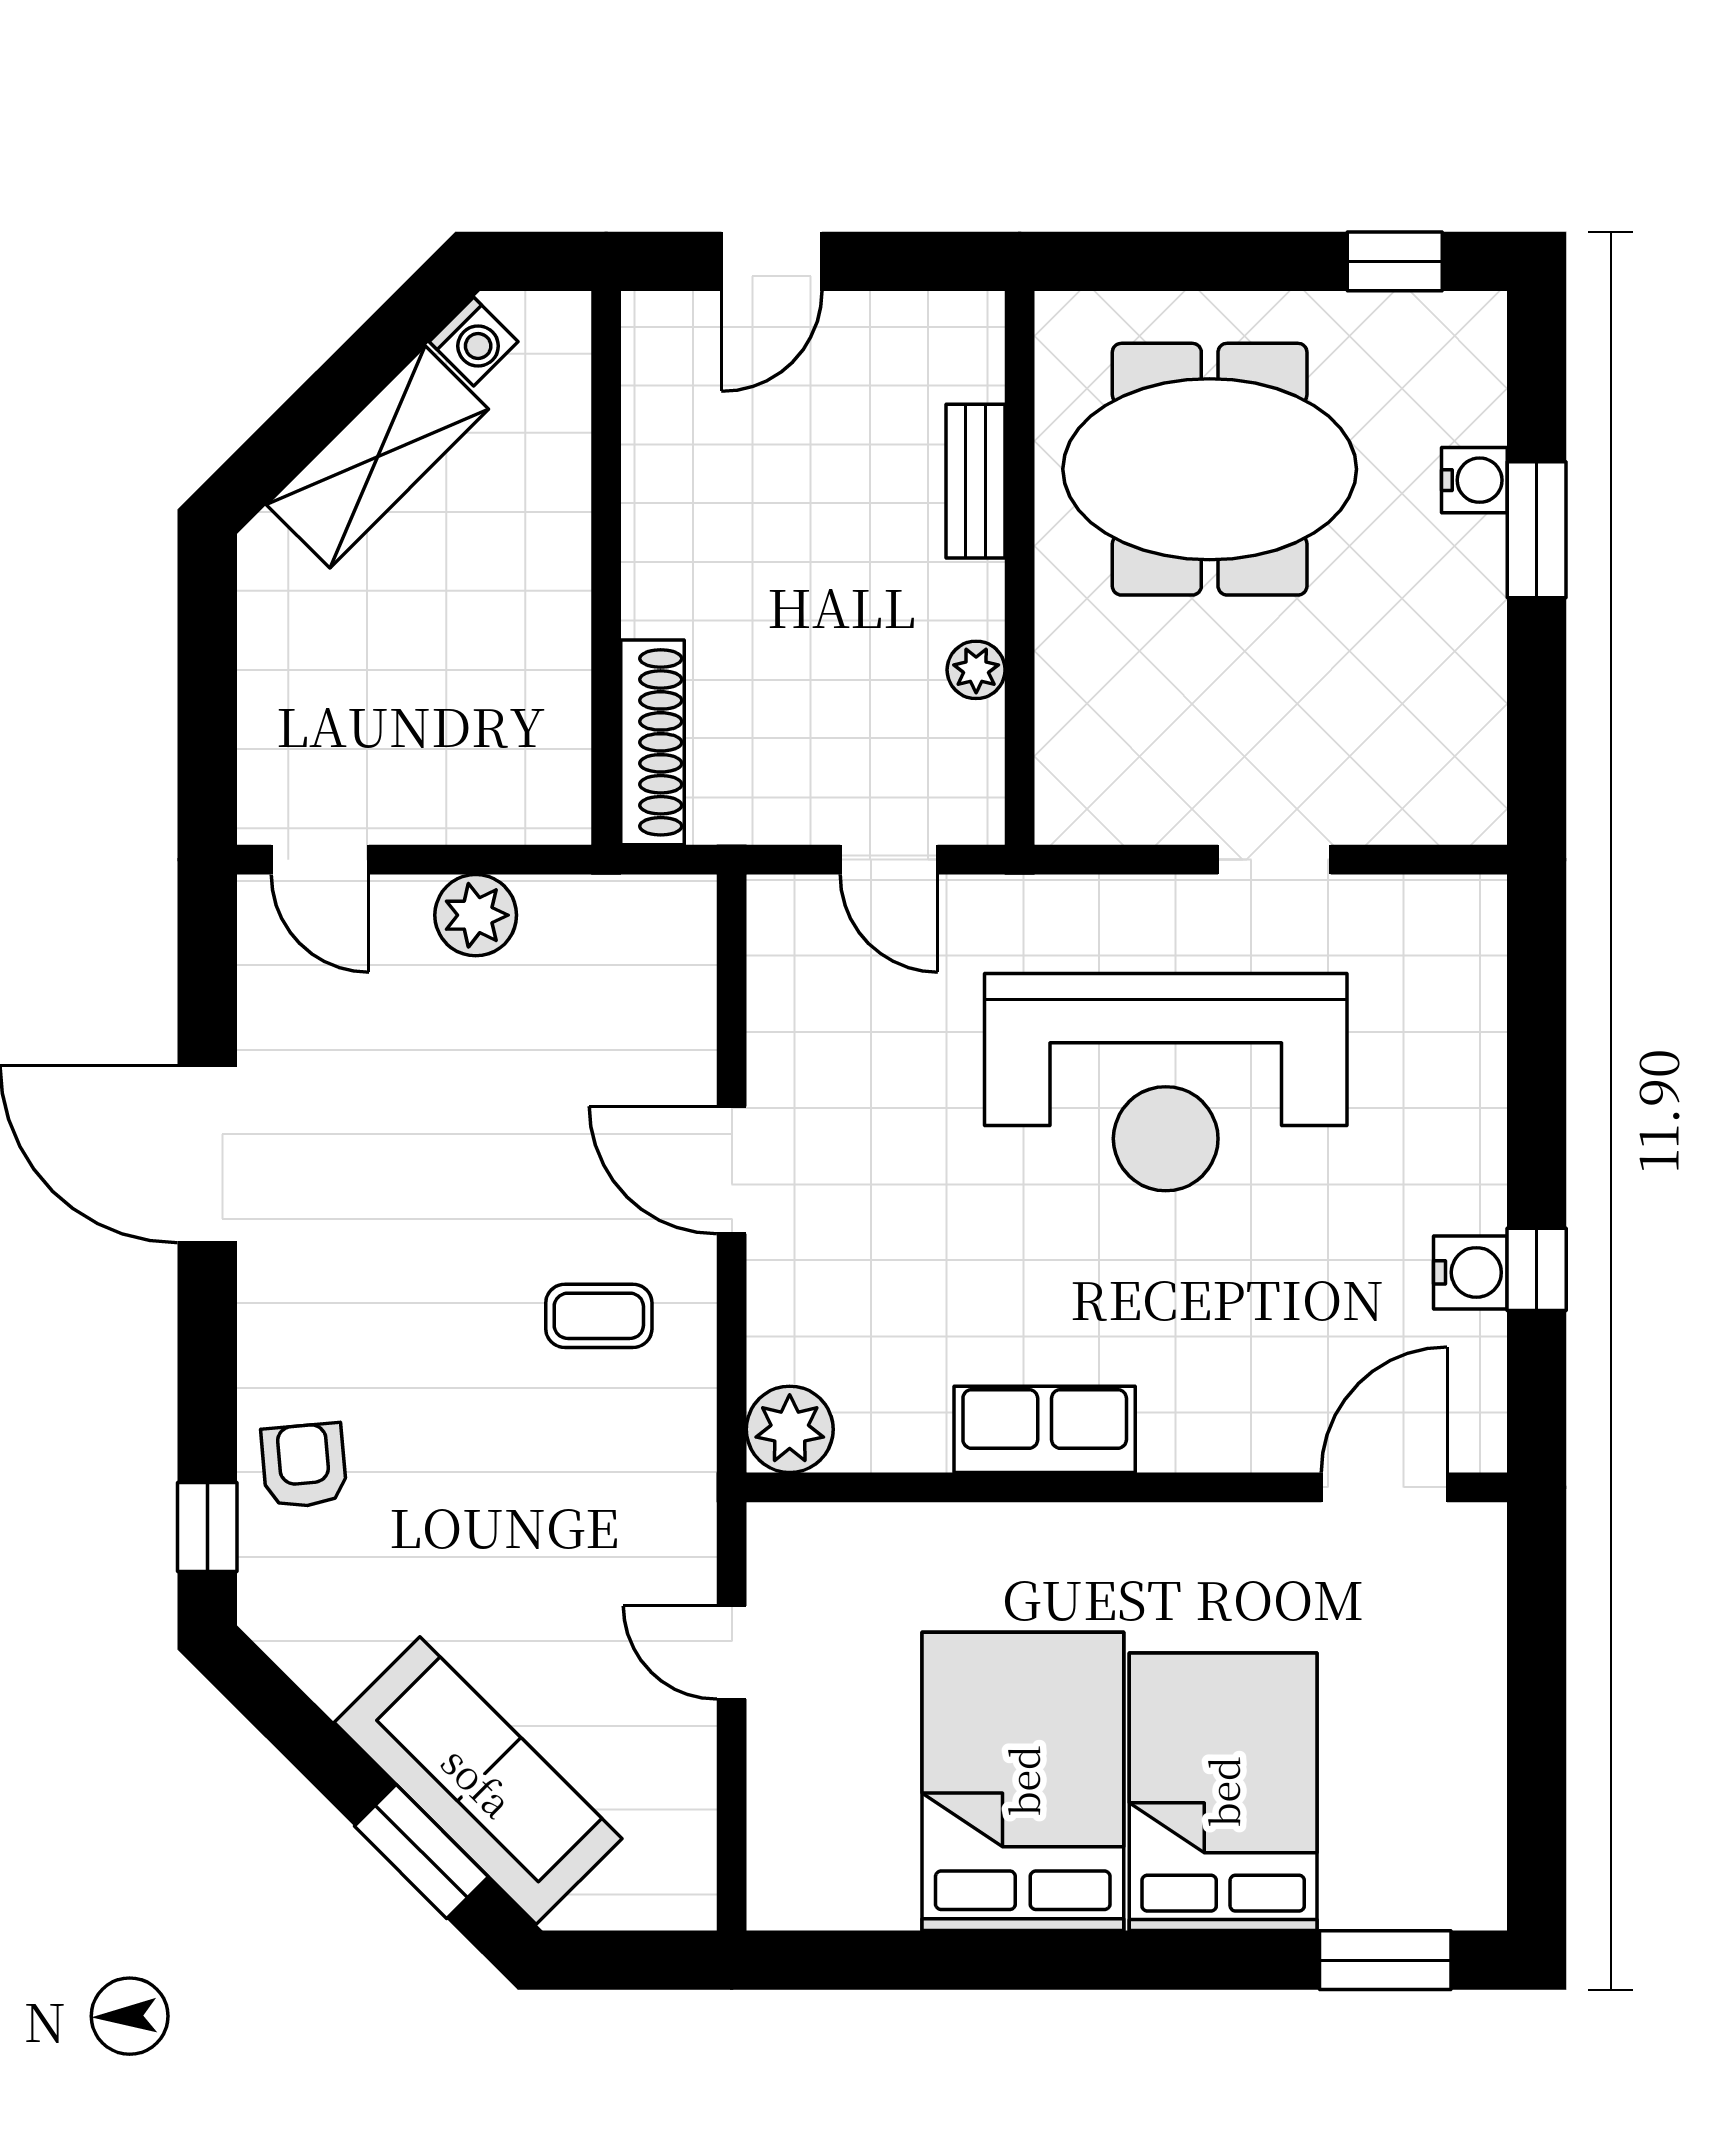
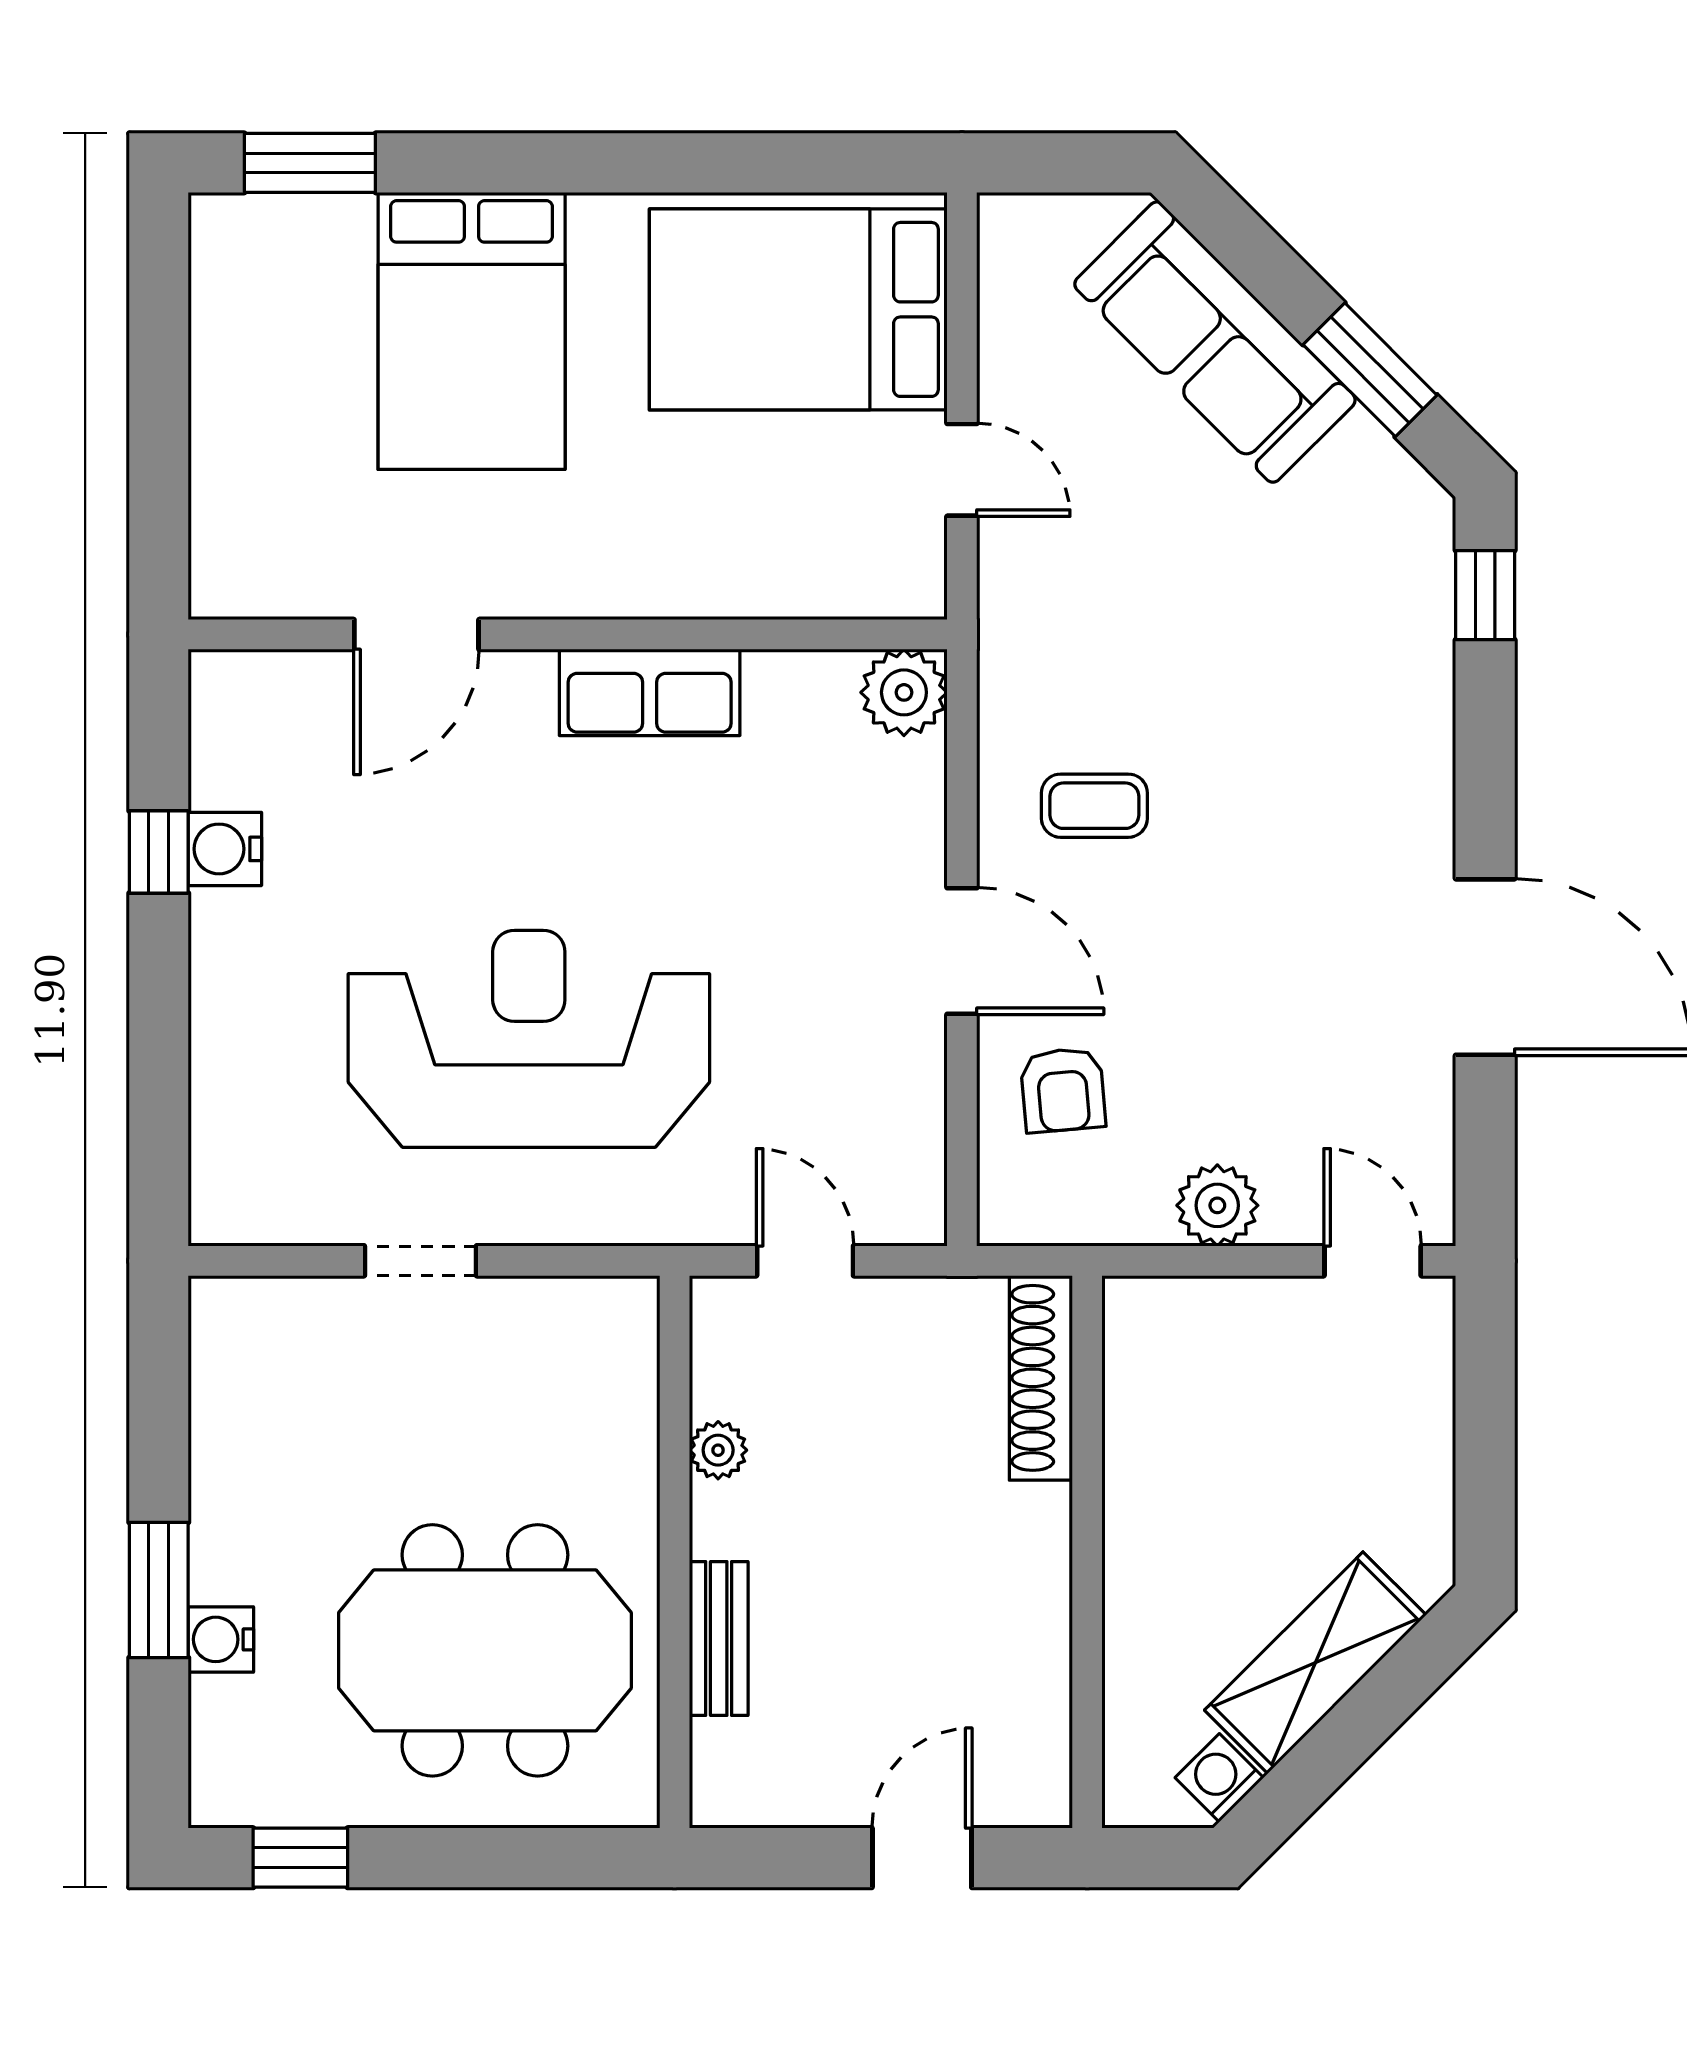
armchair: (304, 1466) -> (1063, 1090), moved
door: (1384, 1487) -> (416, 634), moved
bed: (1023, 1781) -> (798, 309), moved, turned 90
window: (421, 1851) -> (1370, 370), moved

